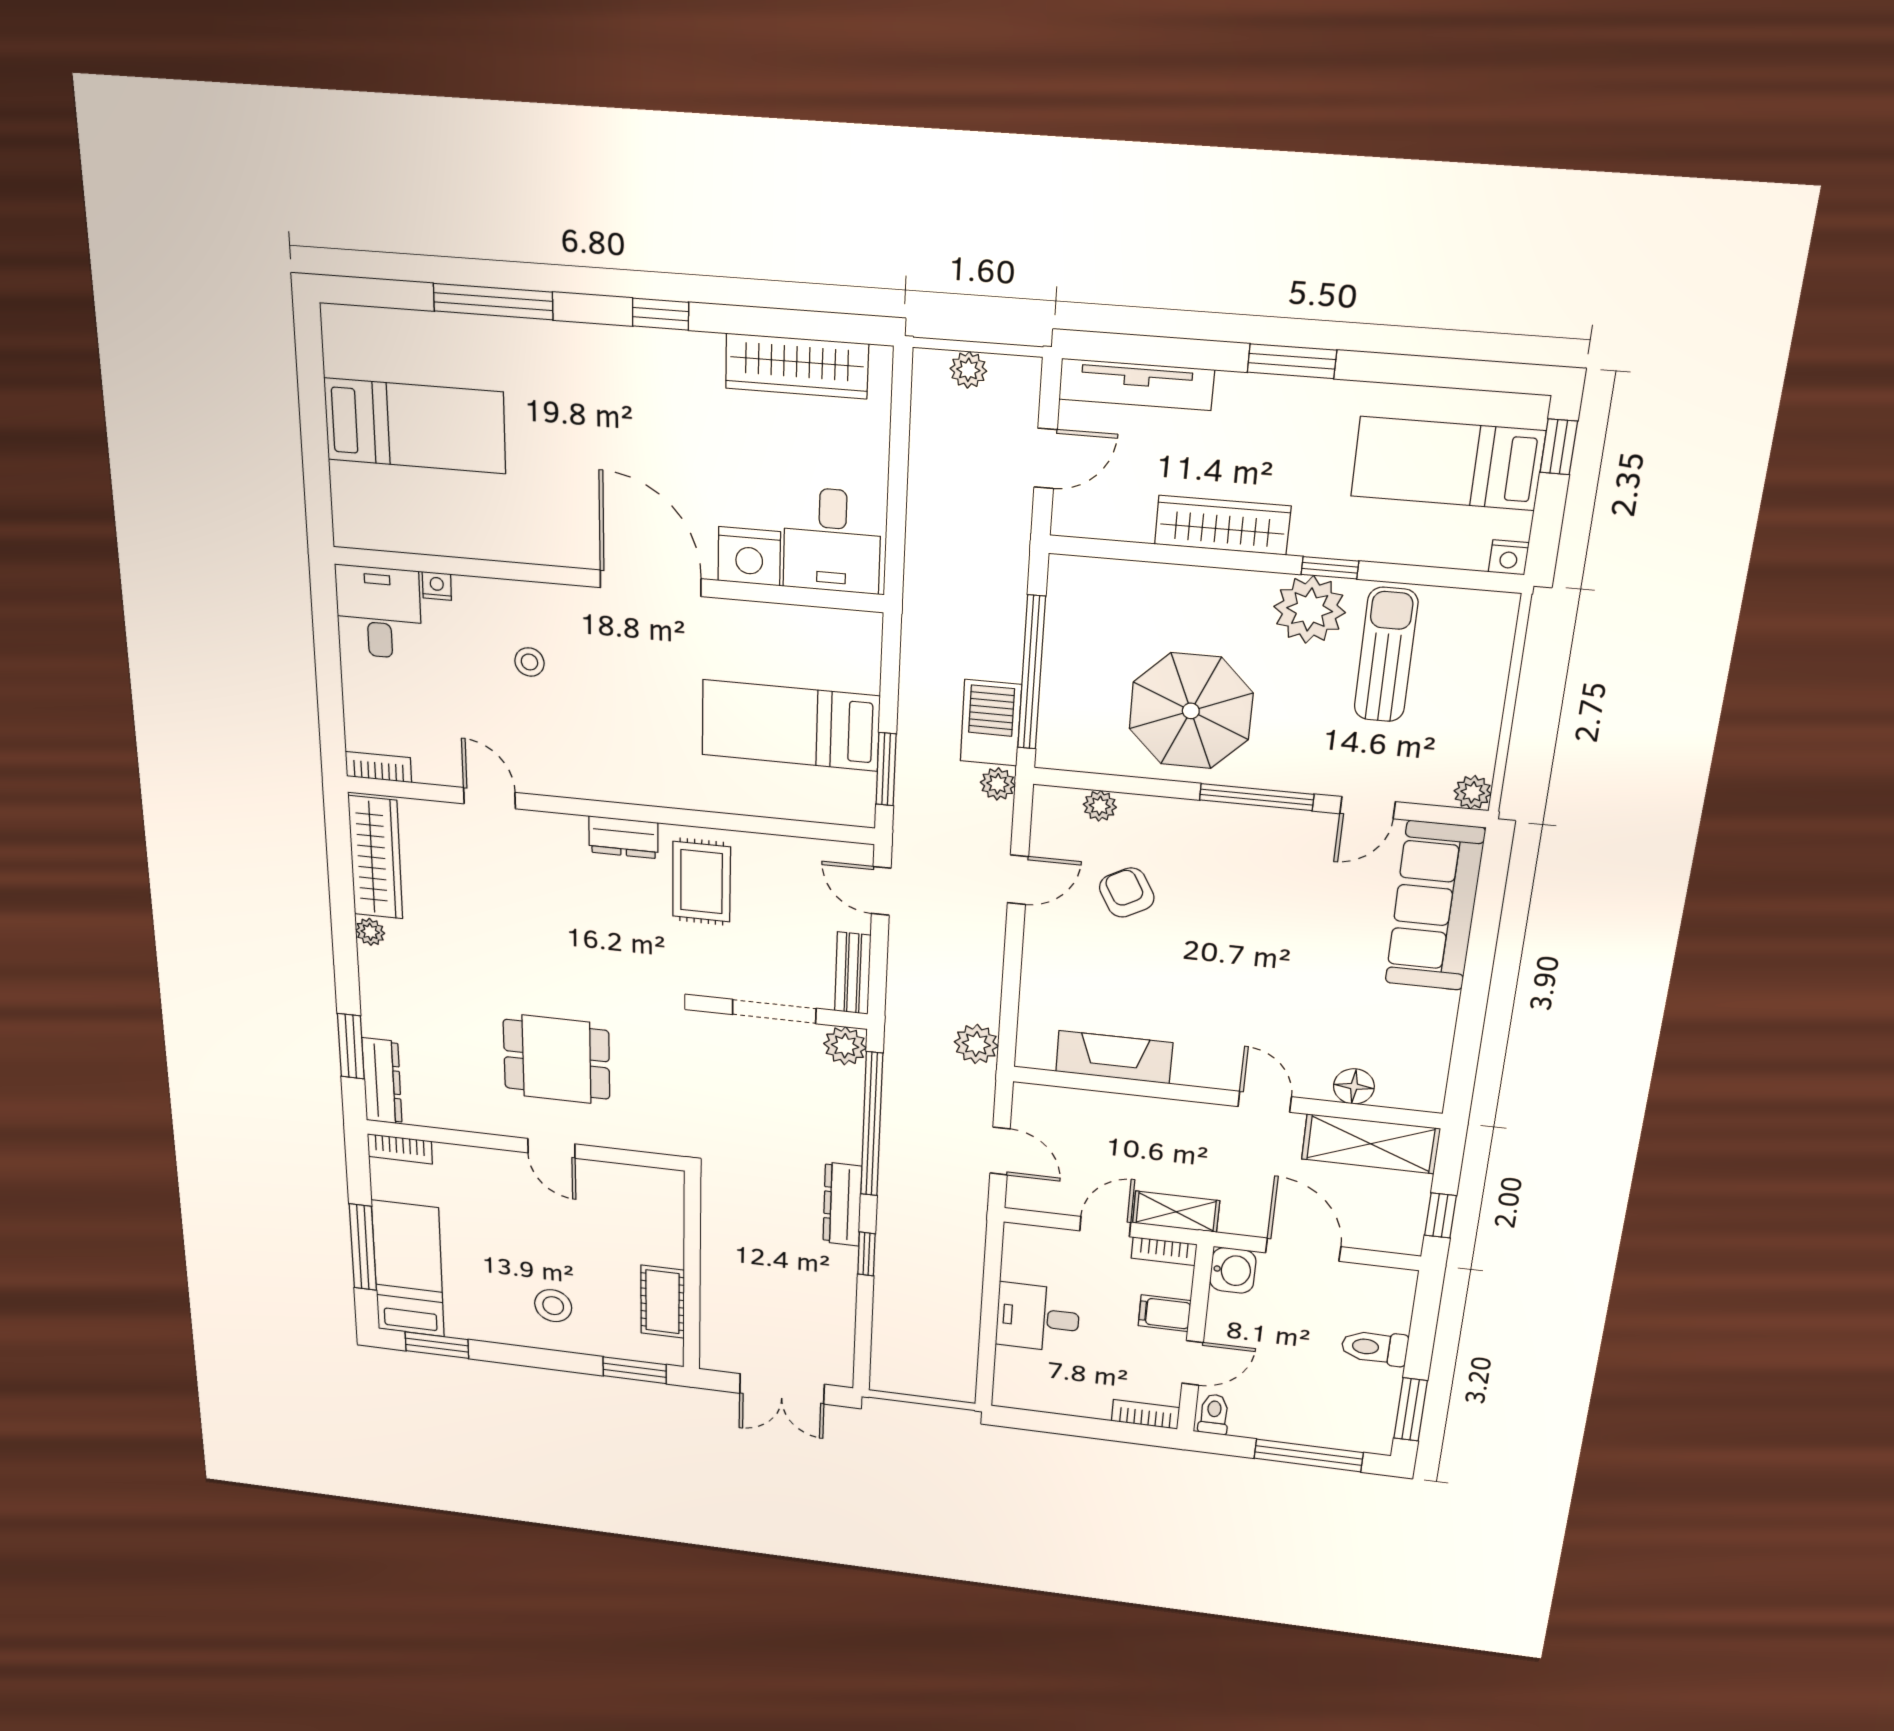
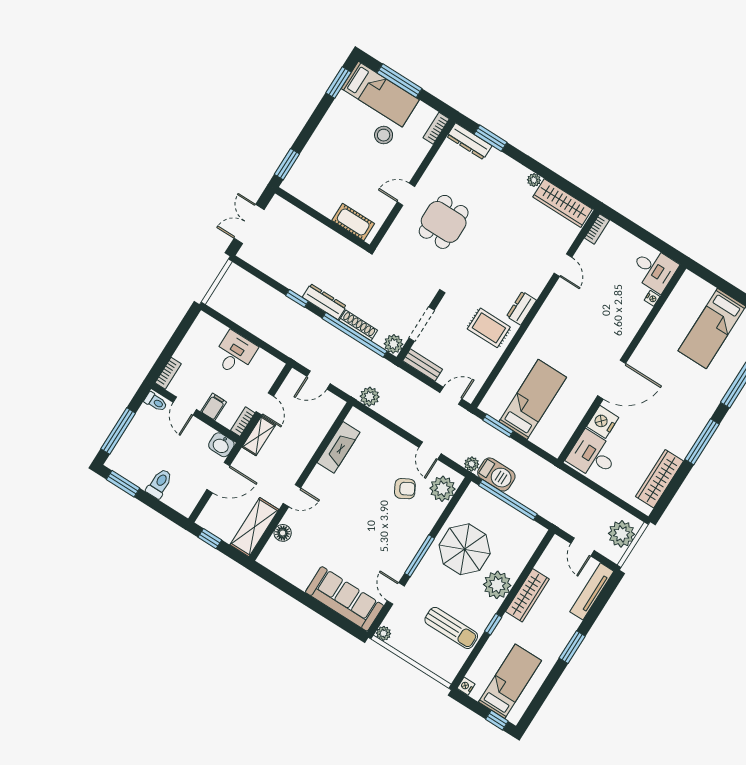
window: (661, 314) -> (702, 442), width x2.17
plant: (968, 370) -> (621, 534), width x1.88, depth x1.88
plant: (1310, 610) -> (497, 585), moved
stool: (529, 662) -> (606, 315), removed
door: (489, 798) -> (563, 265), hinge flipped
plant: (1100, 806) -> (442, 489), width x1.88, depth x1.88
shoe rack: (849, 1125) -> (358, 325), added
cot: (662, 1302) -> (353, 222), moved
stool: (553, 1306) -> (384, 135), moved

